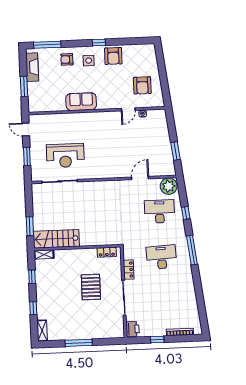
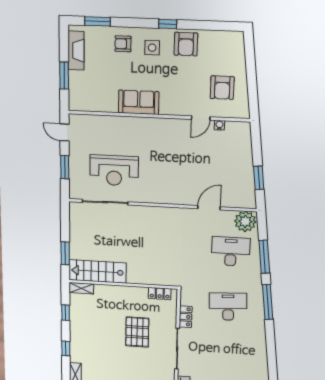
window: (47, 45) -> (98, 21), width x0.69
window: (186, 213) -> (264, 257), width x2.17

